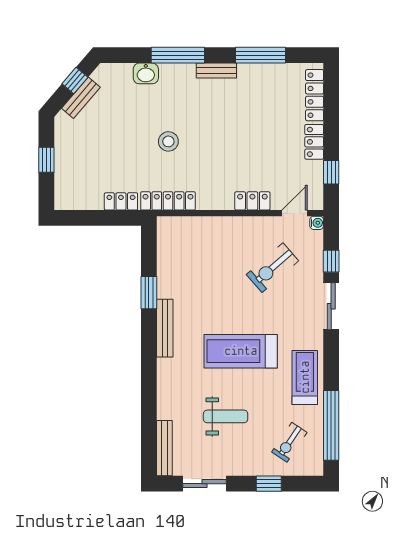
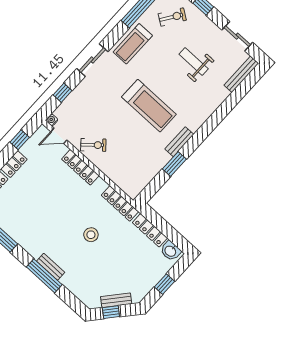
bench: (216, 71) -> (51, 267), moved
washbasin: (146, 73) -> (171, 251), moved, turned 180
locker: (121, 201) -> (150, 230), width x1.53
locker: (252, 201) -> (80, 167), width x1.53
exercise bike: (272, 268) -> (93, 145), moved, width x0.73, depth x0.72
sliding door: (331, 306) -> (92, 60), moved
bench: (165, 328) -> (179, 142), width x0.73
treadmill: (241, 351) -> (149, 106), moved

